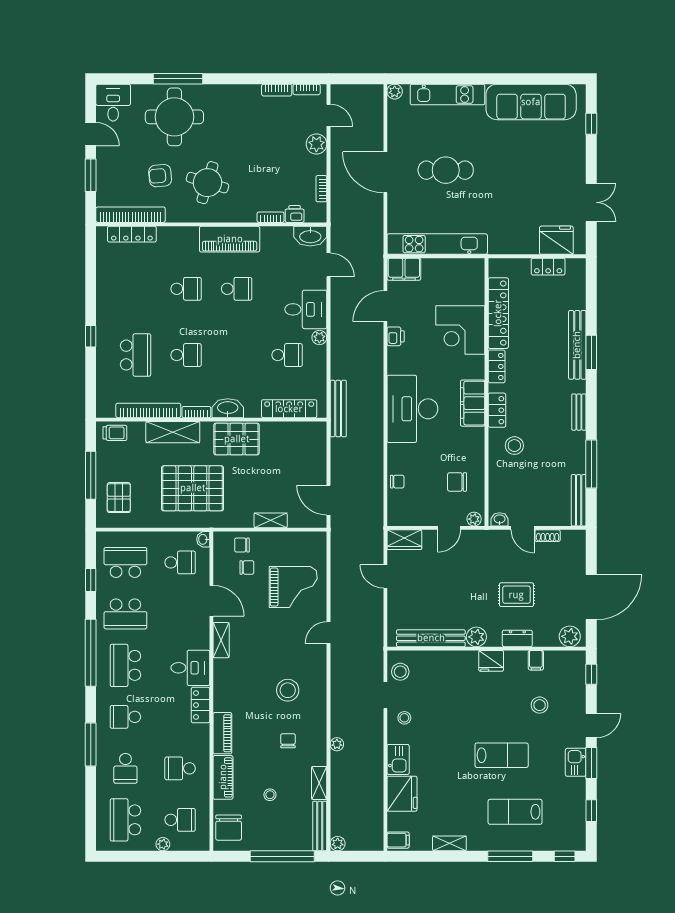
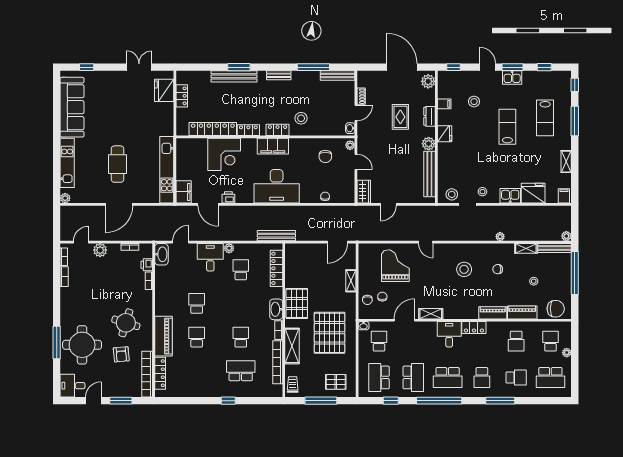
piano: (230, 239) -> (163, 336), moved

